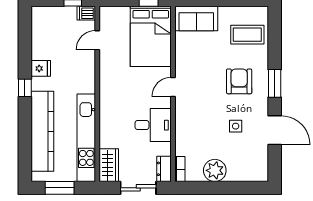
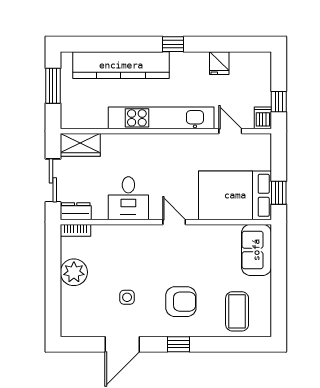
fridge: (41, 68) -> (219, 63), moved
window: (275, 83) -> (178, 344), width x0.67
kitchen unit: (86, 138) -> (161, 118), moved

